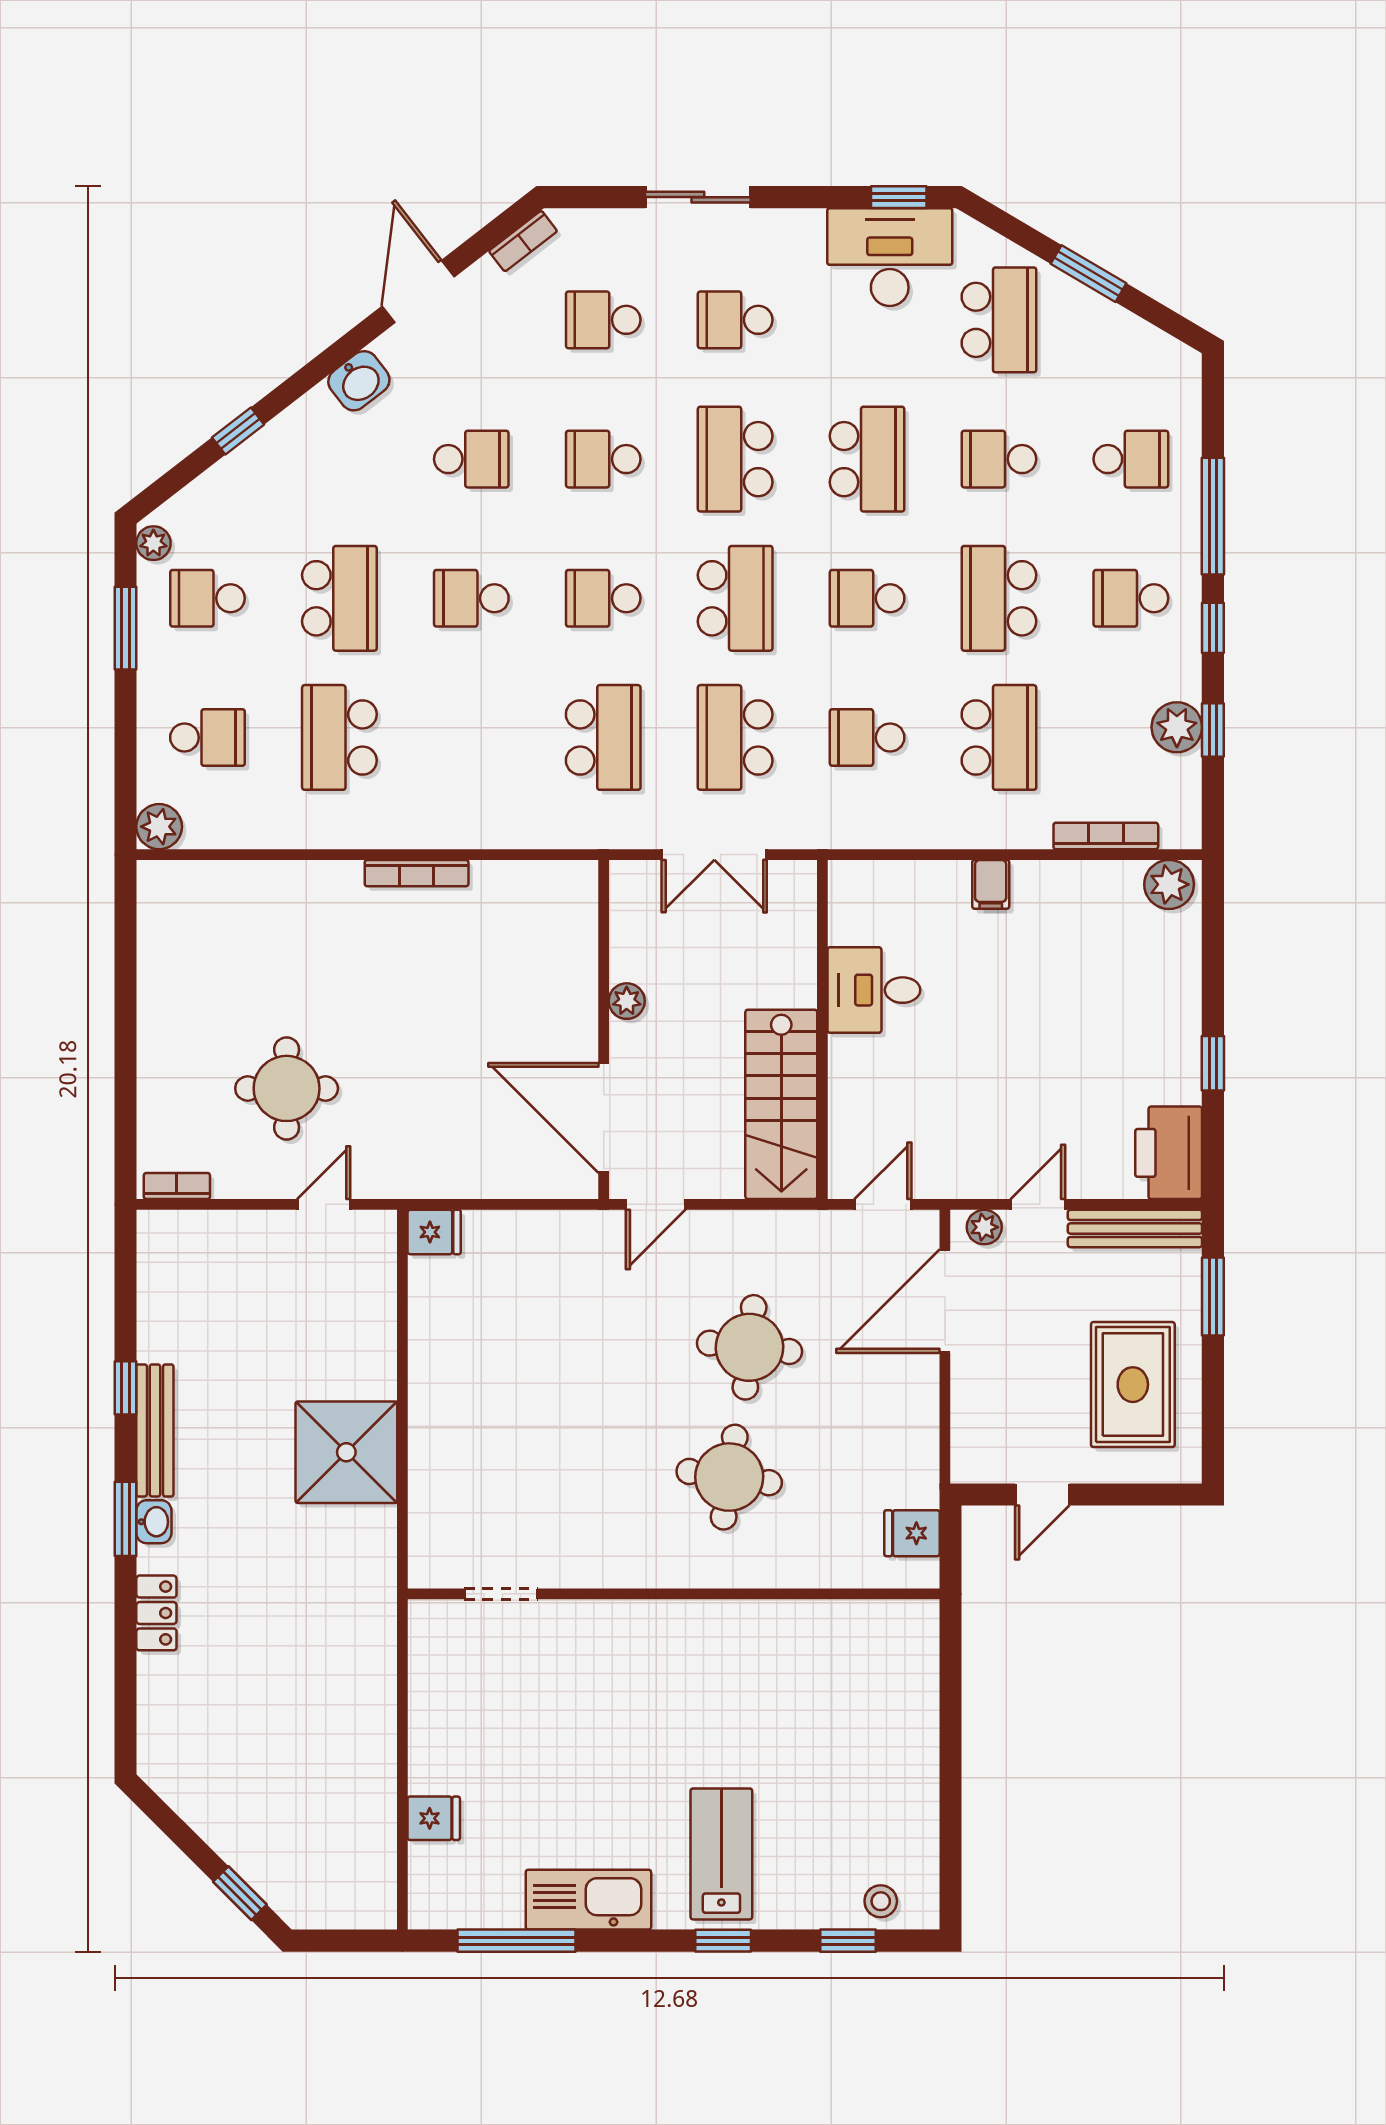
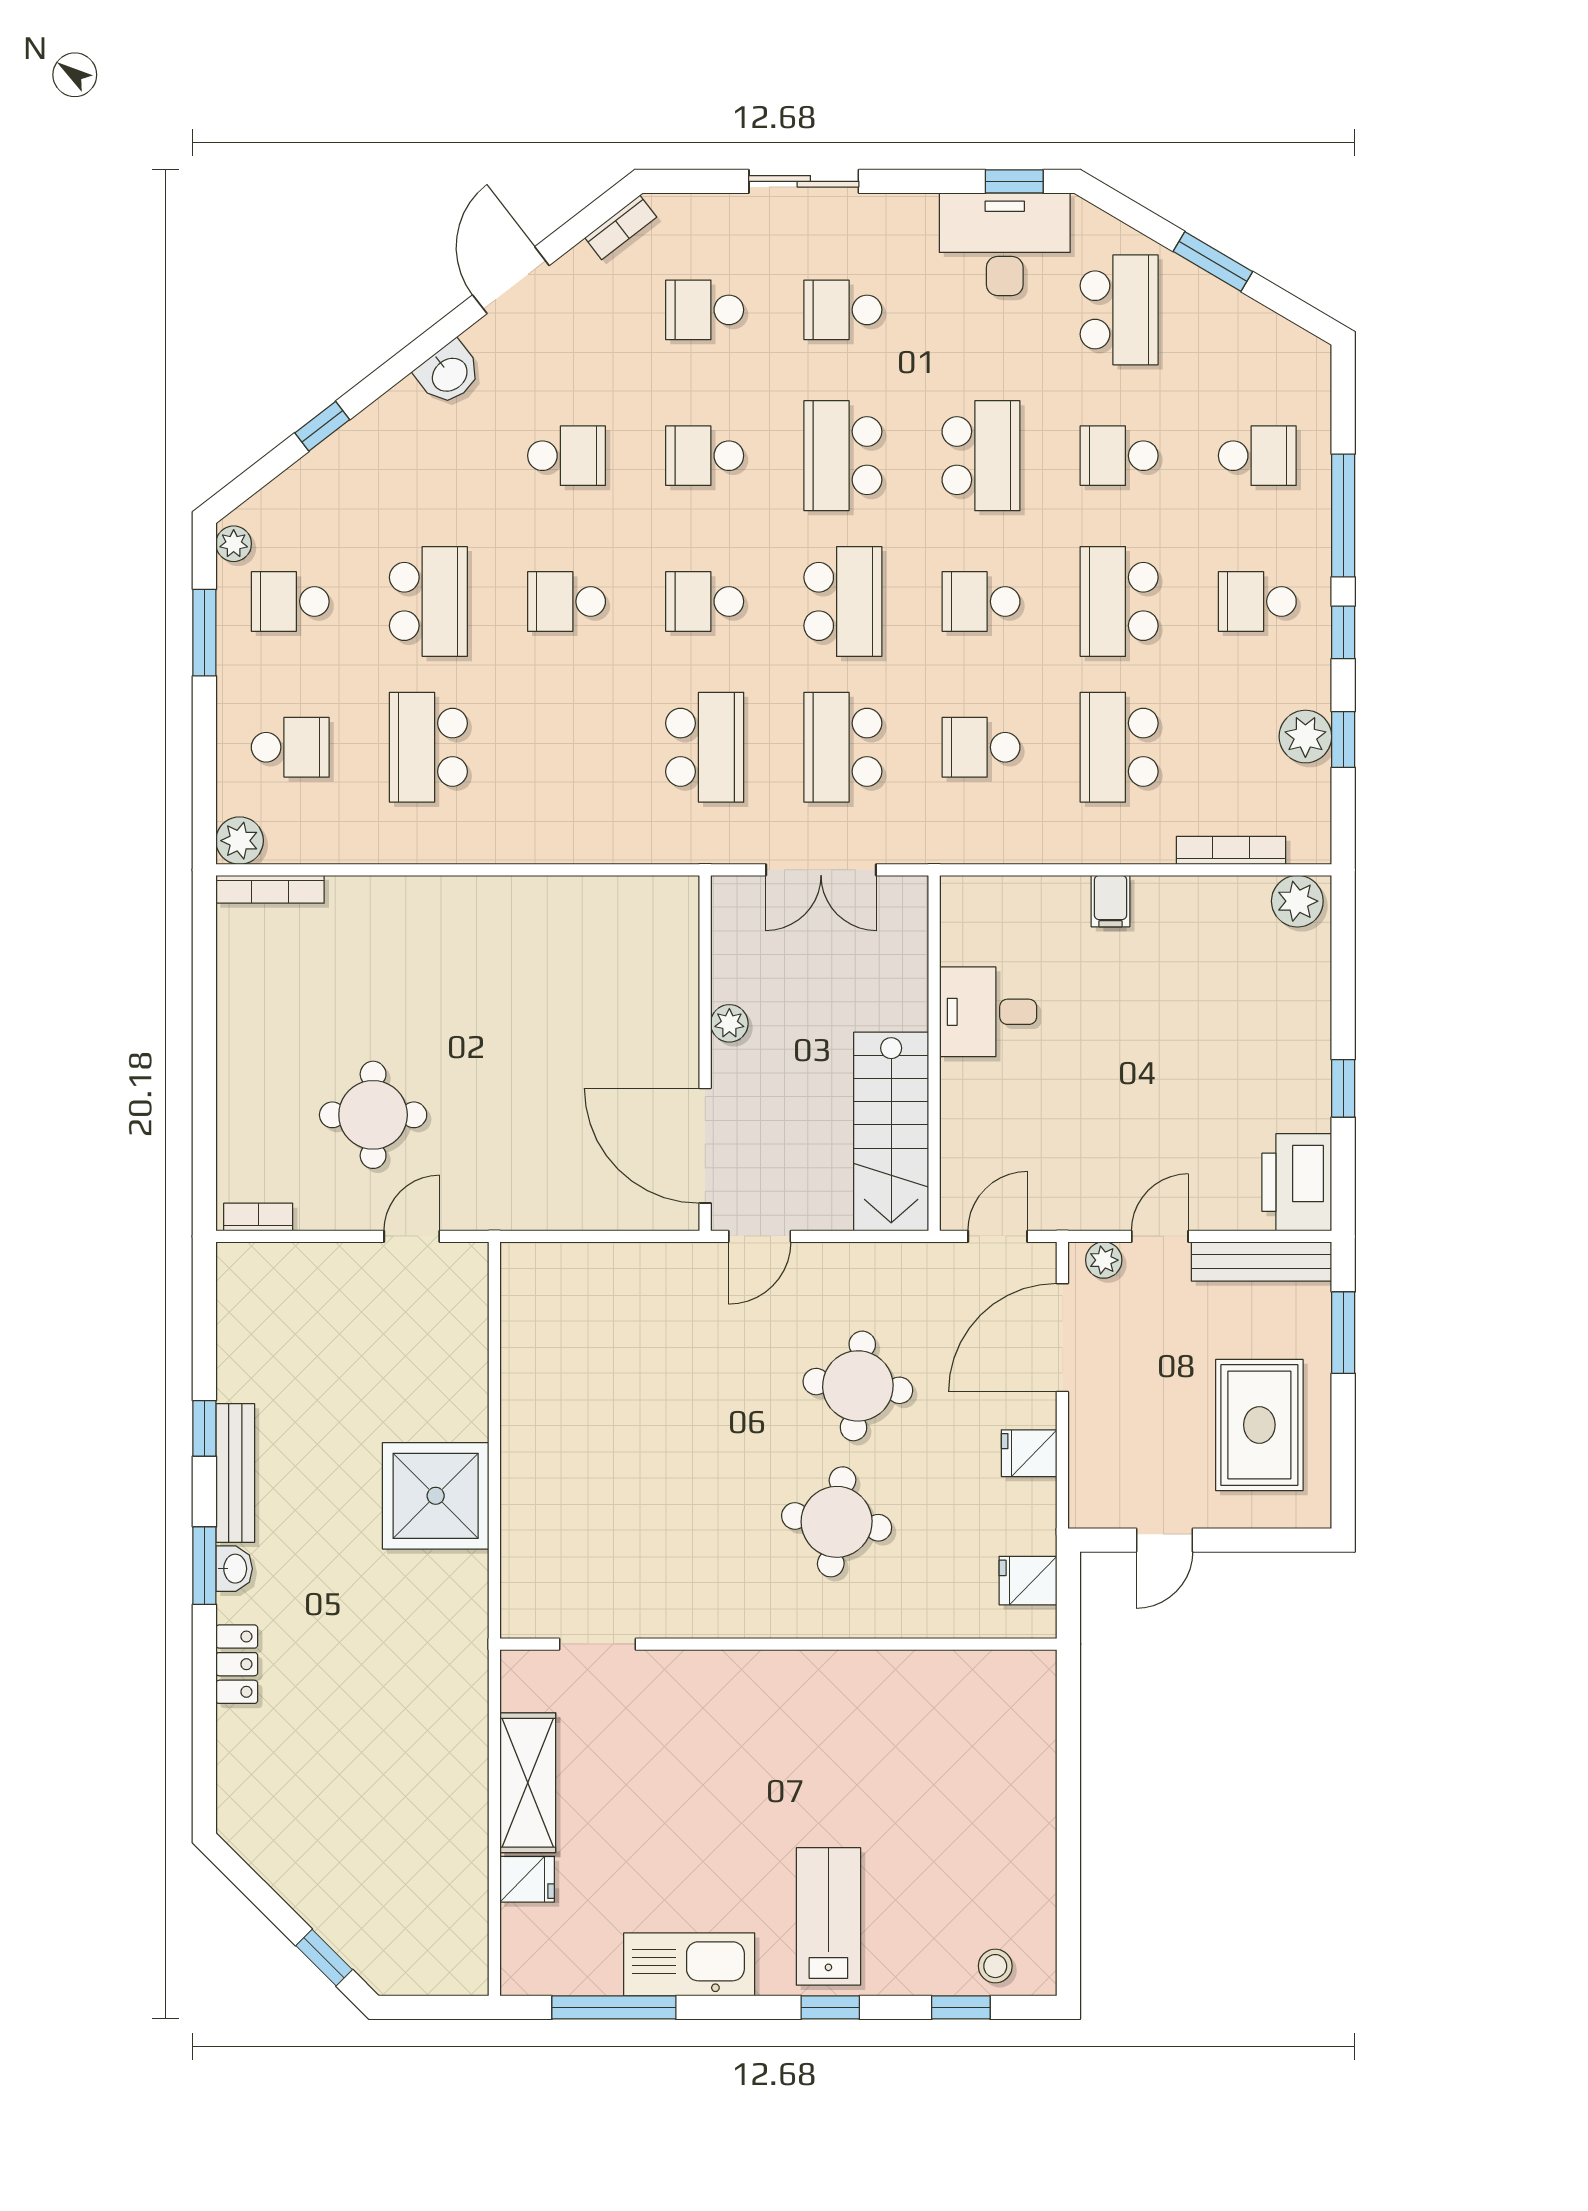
school desk: (999, 737) -> (1119, 747), turned 180
bookcase: (417, 873) -> (270, 889), moved
fridge: (434, 1232) -> (1029, 1453), moved, turned 180
shelving: (434, 1726) -> (528, 1783), added

